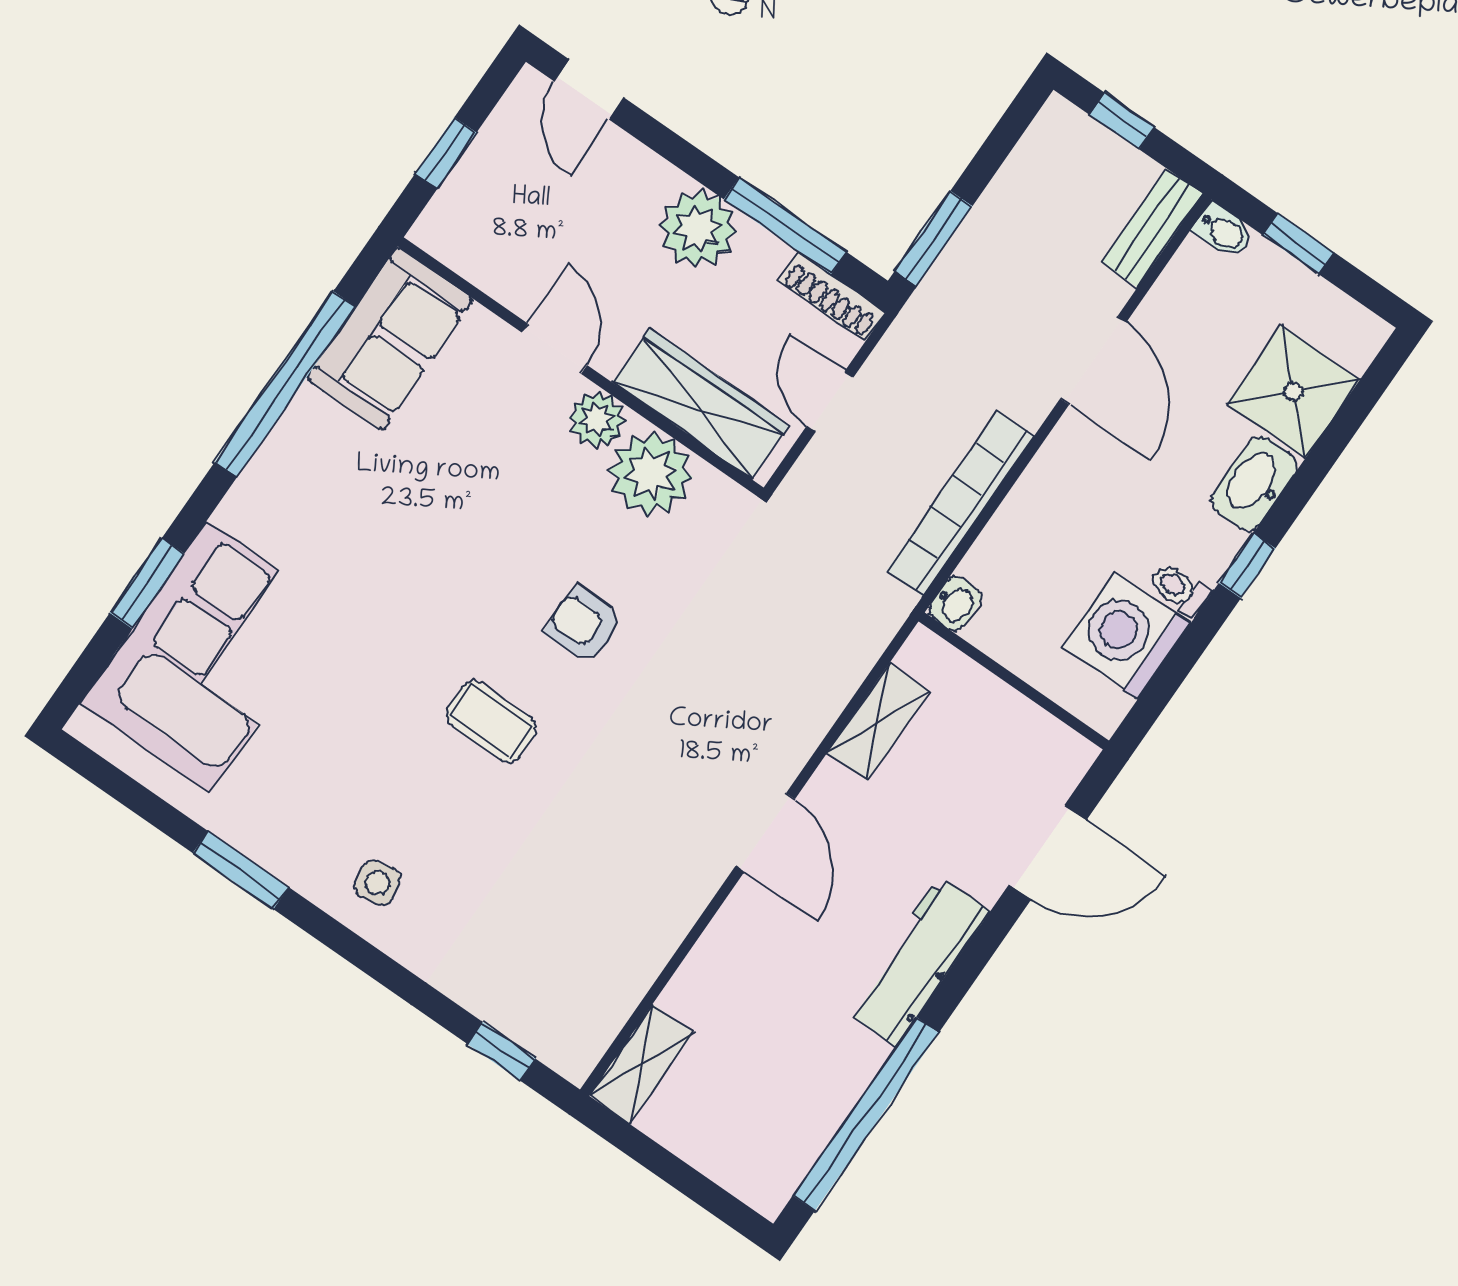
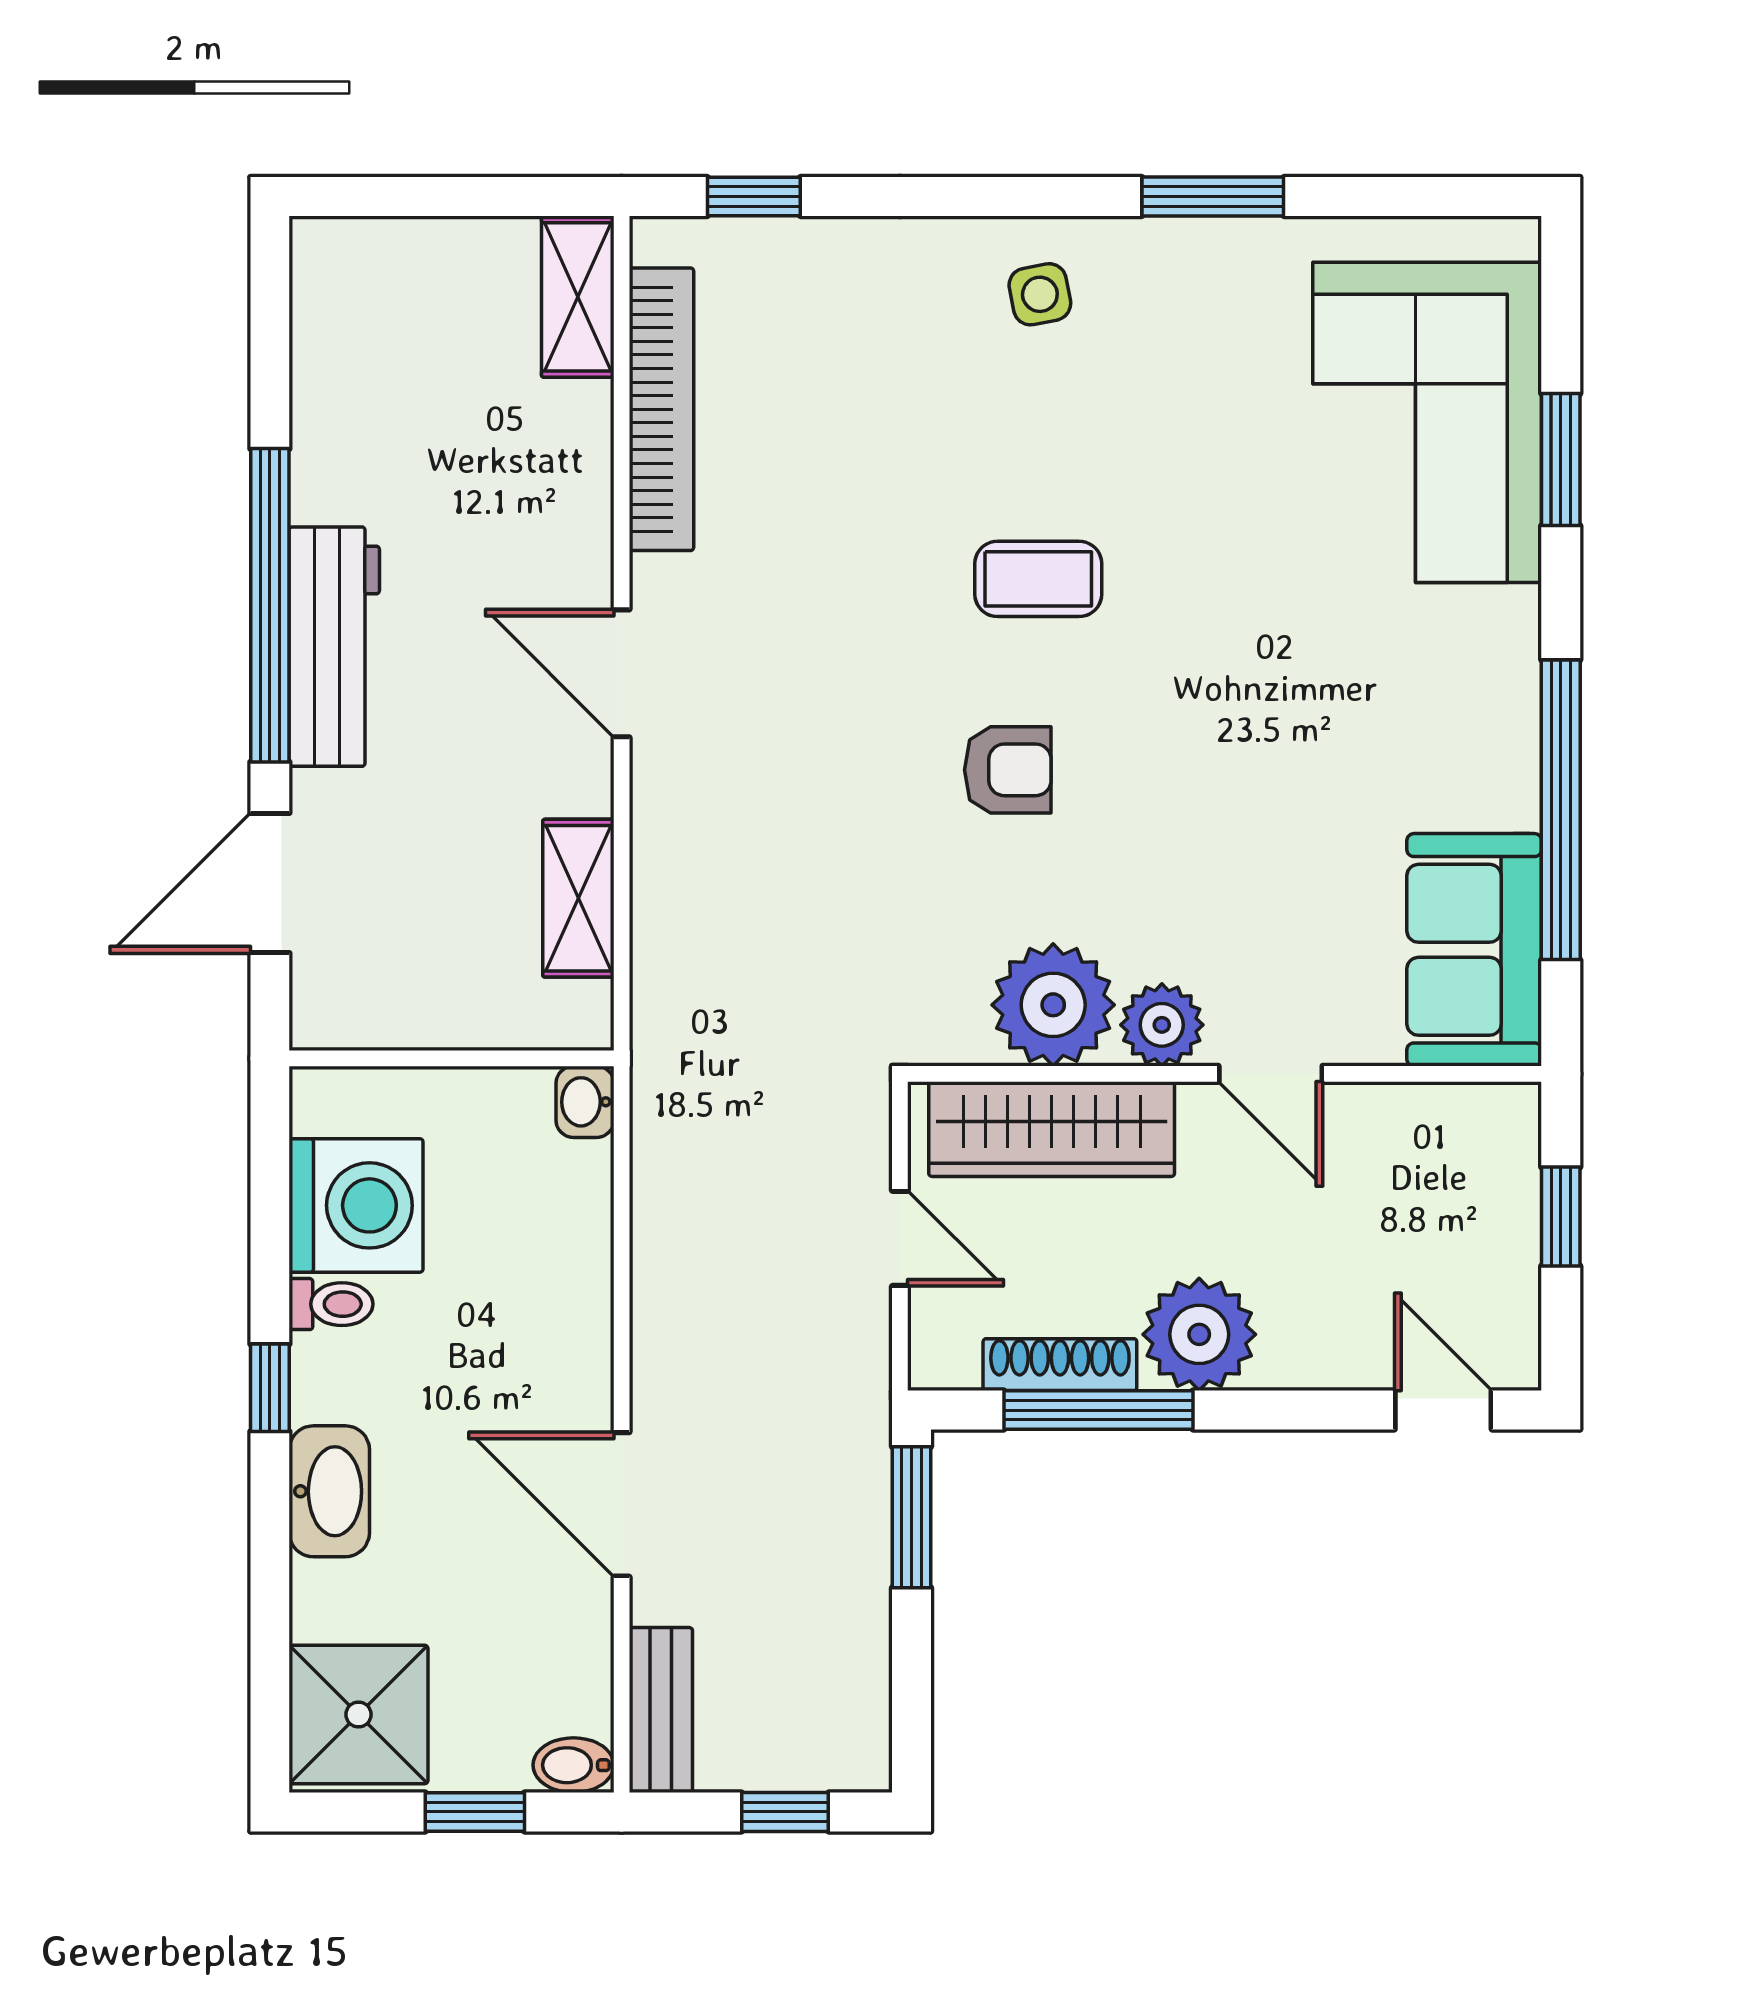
shoe rack: (832, 297) -> (1060, 1365), moved
shower: (1293, 392) -> (359, 1714), moved
bookcase: (960, 503) -> (661, 409), moved
window: (866, 1114) -> (270, 605), moved

